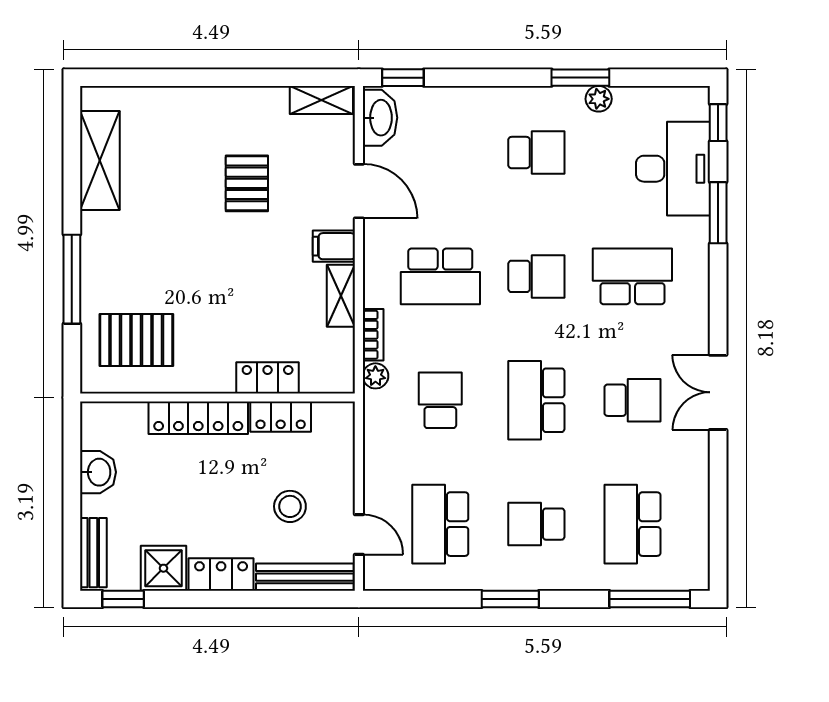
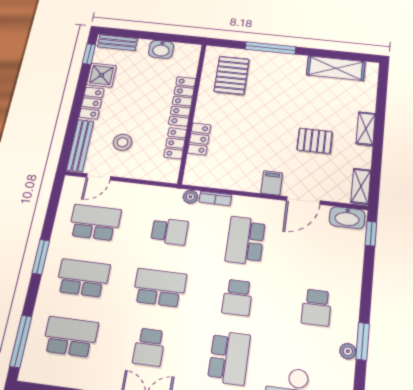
shelving: (341, 296) -> (366, 129), moved, turned 90
school desk: (536, 524) -> (83, 278), width x1.85

